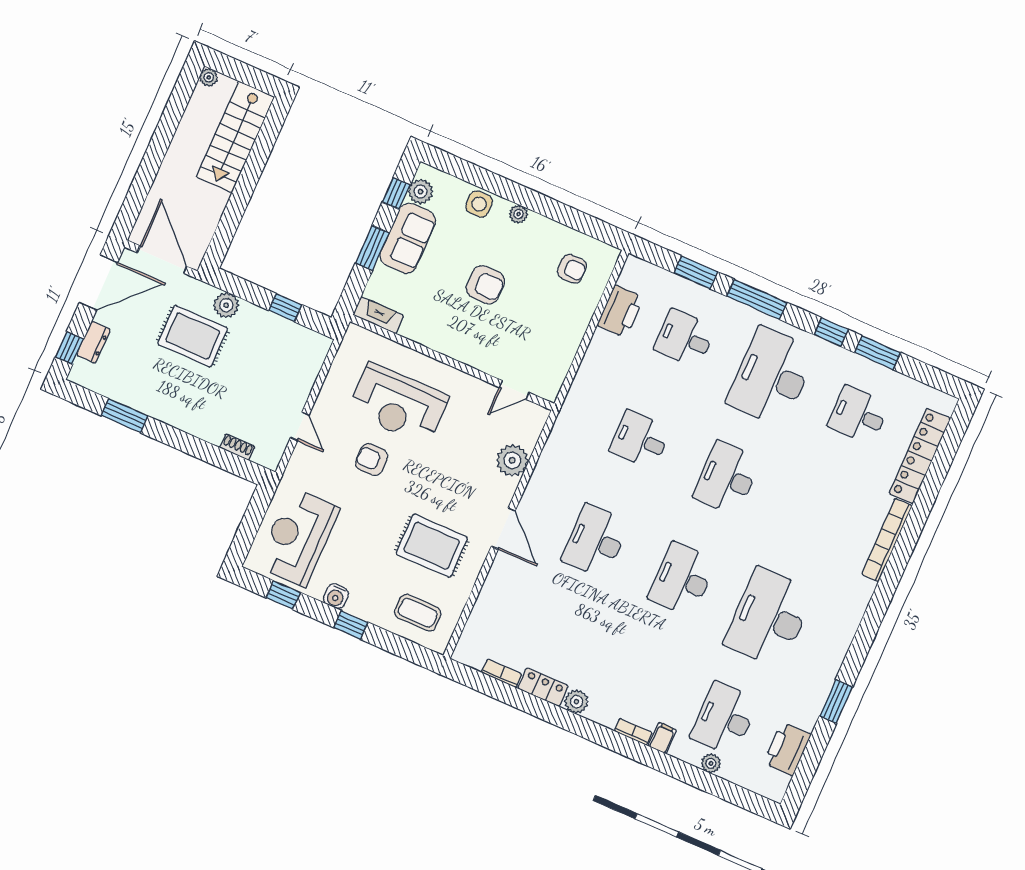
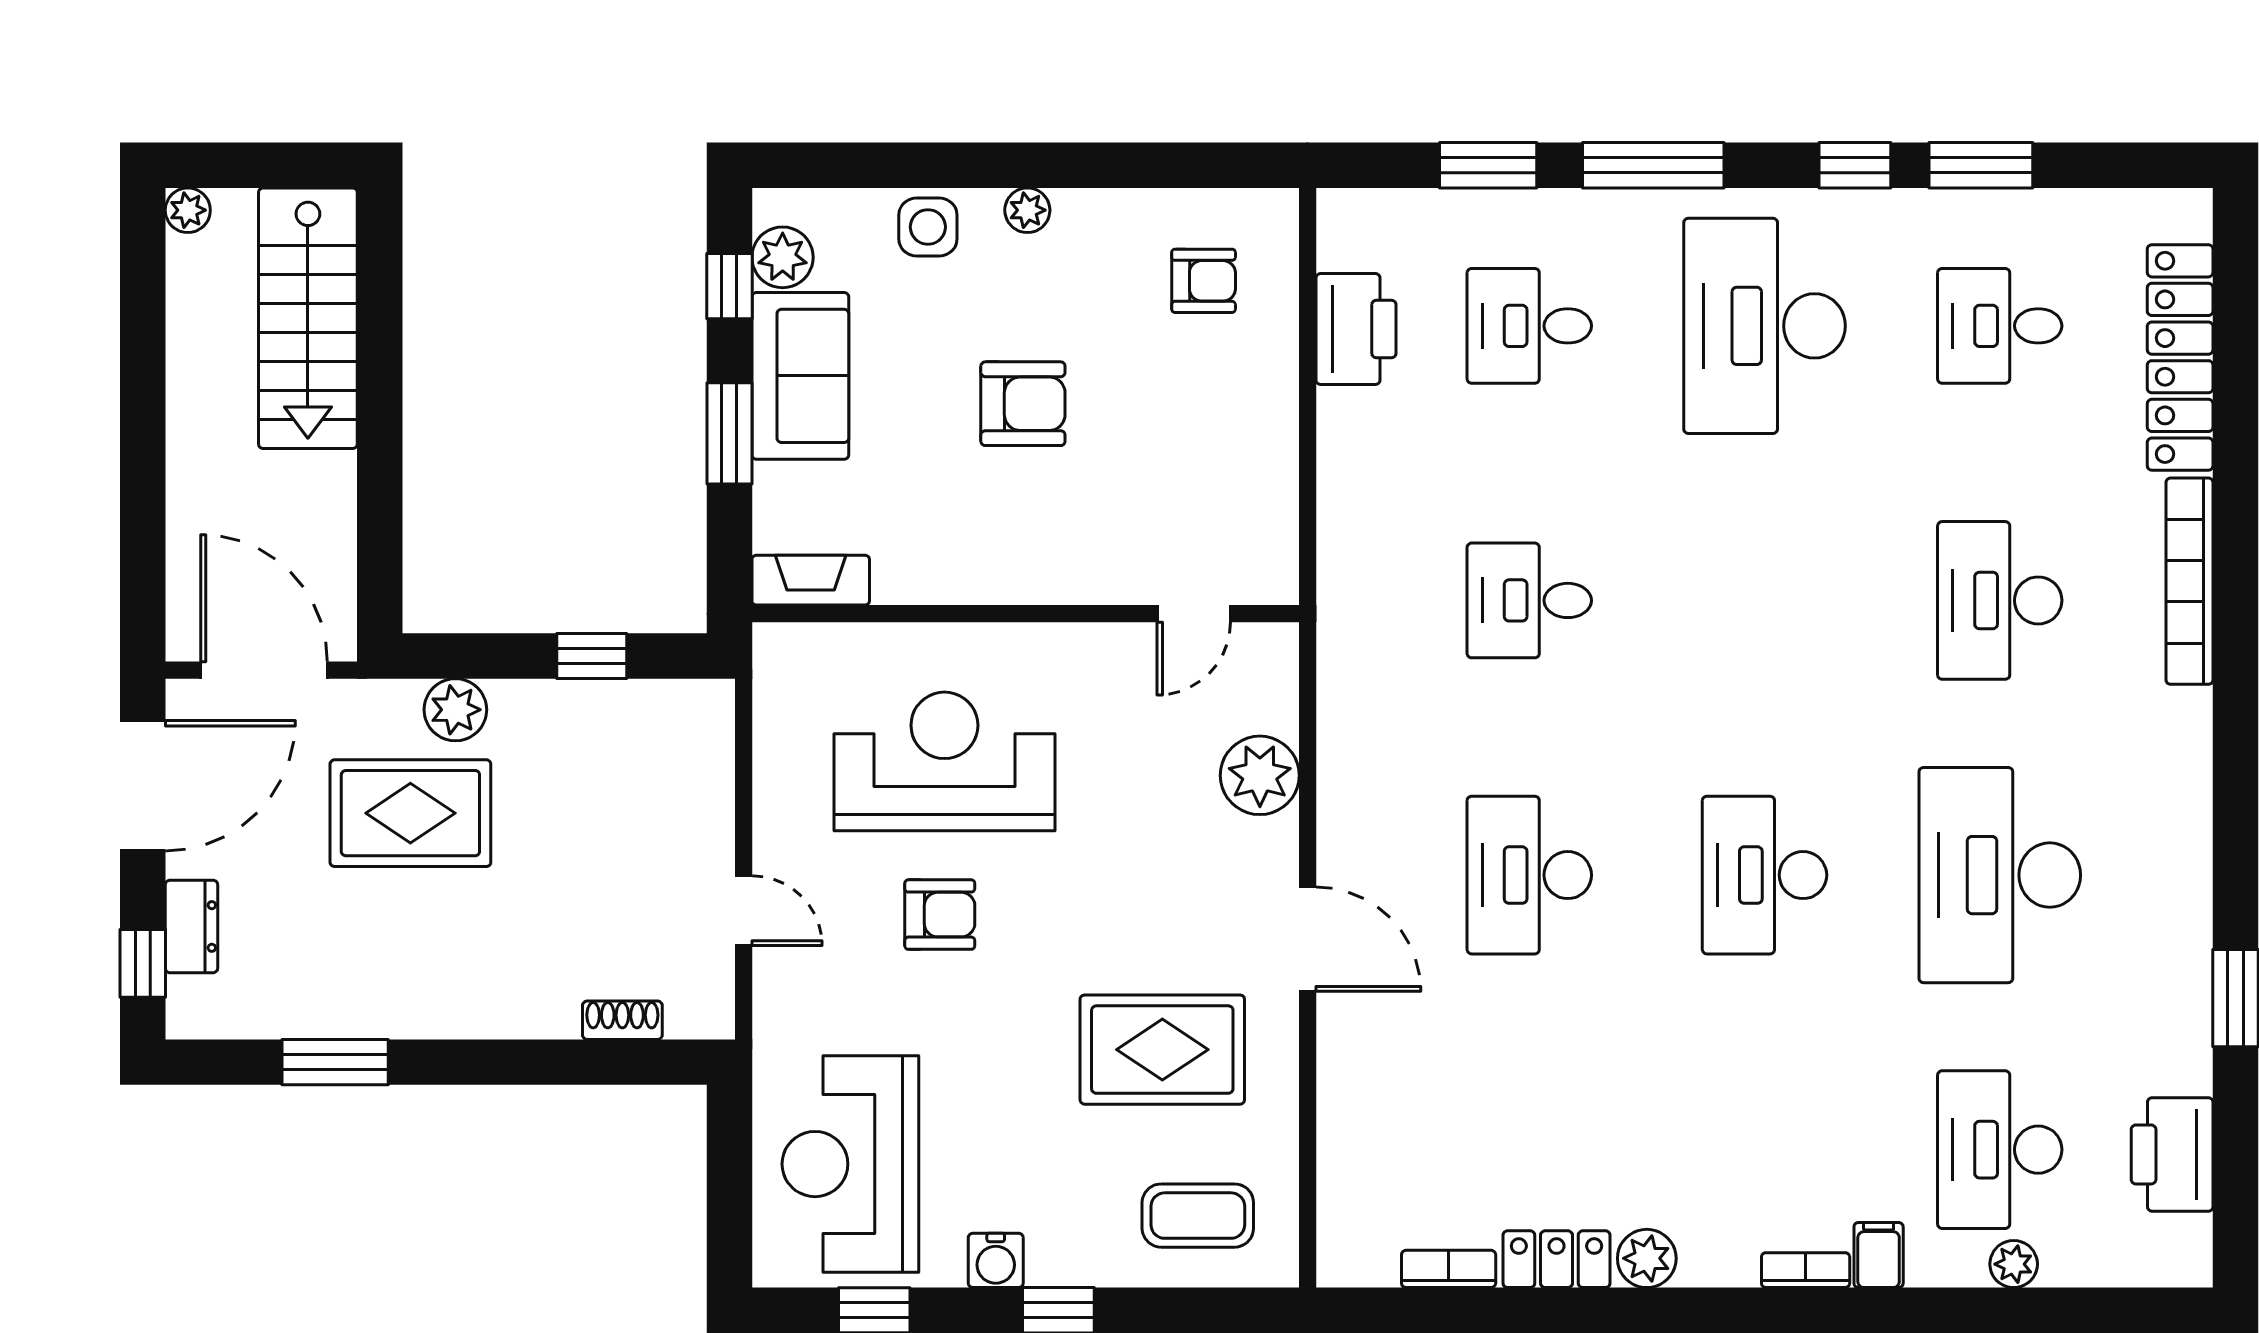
reception desk: (398, 404) -> (944, 761), turned 180
armchair: (372, 460) -> (940, 915), turned 180
desk: (727, 478) -> (2000, 600), moved

